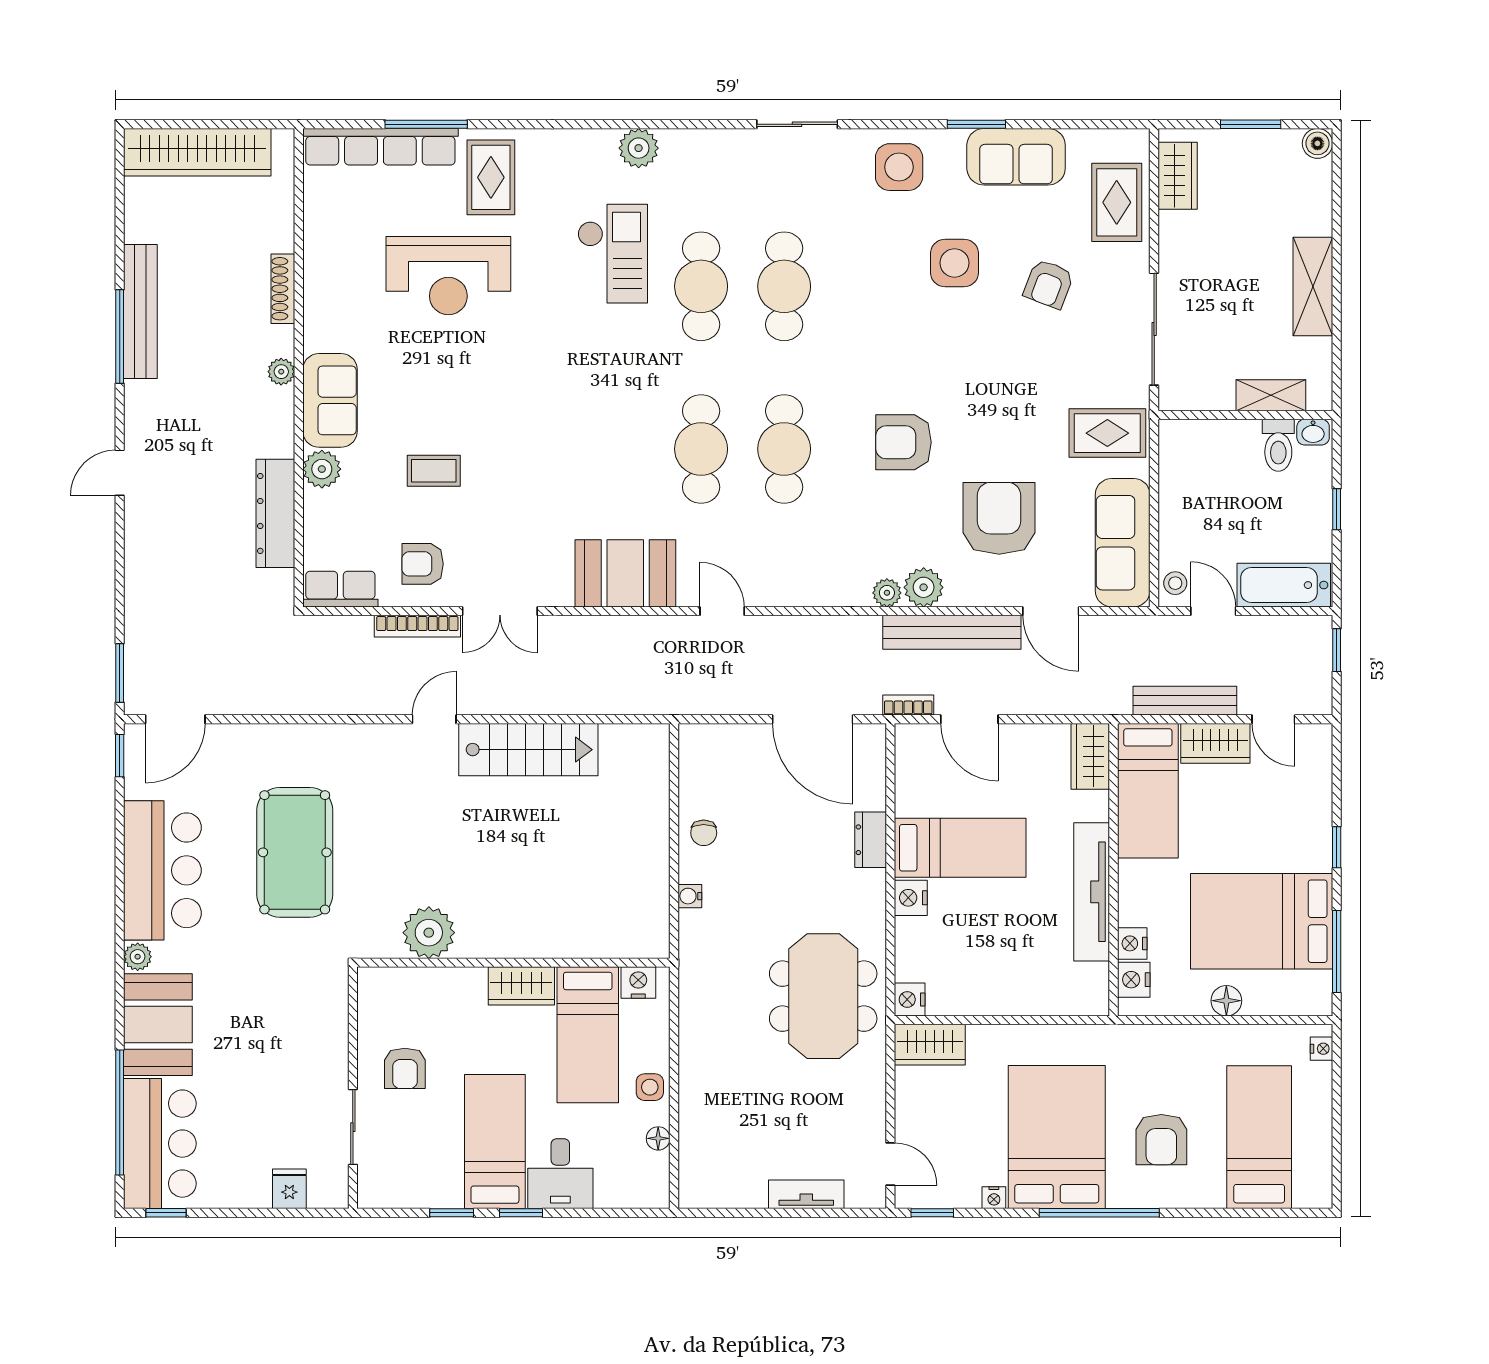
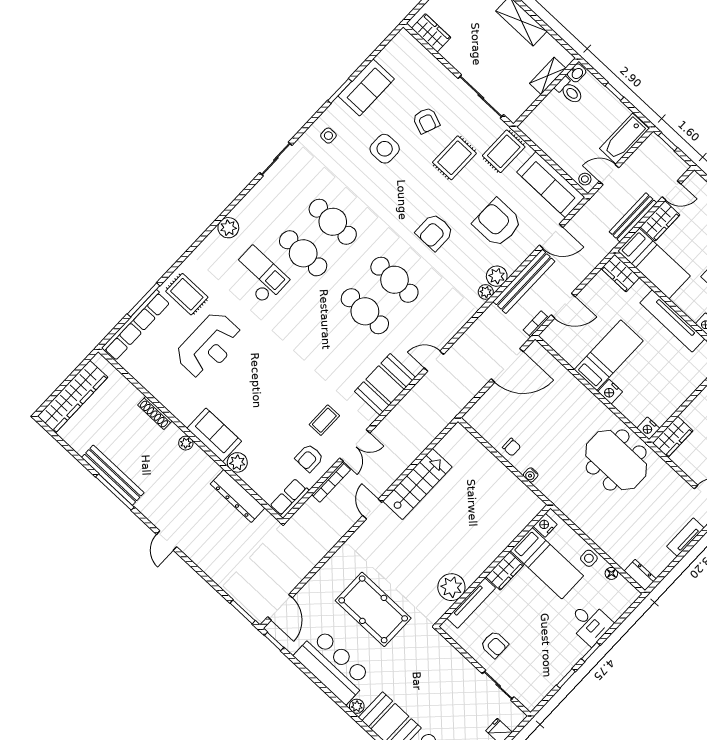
side table: (899, 167) -> (328, 136), width x0.54, depth x0.54
rug: (1117, 202) -> (454, 158), moved, turned 90
coffee table: (434, 471) -> (324, 420), moved
dresser: (871, 840) -> (640, 575), moved, turned 180
tv unit: (432, 981) -> (471, 603), added
bed: (495, 1142) -> (554, 636), removed

